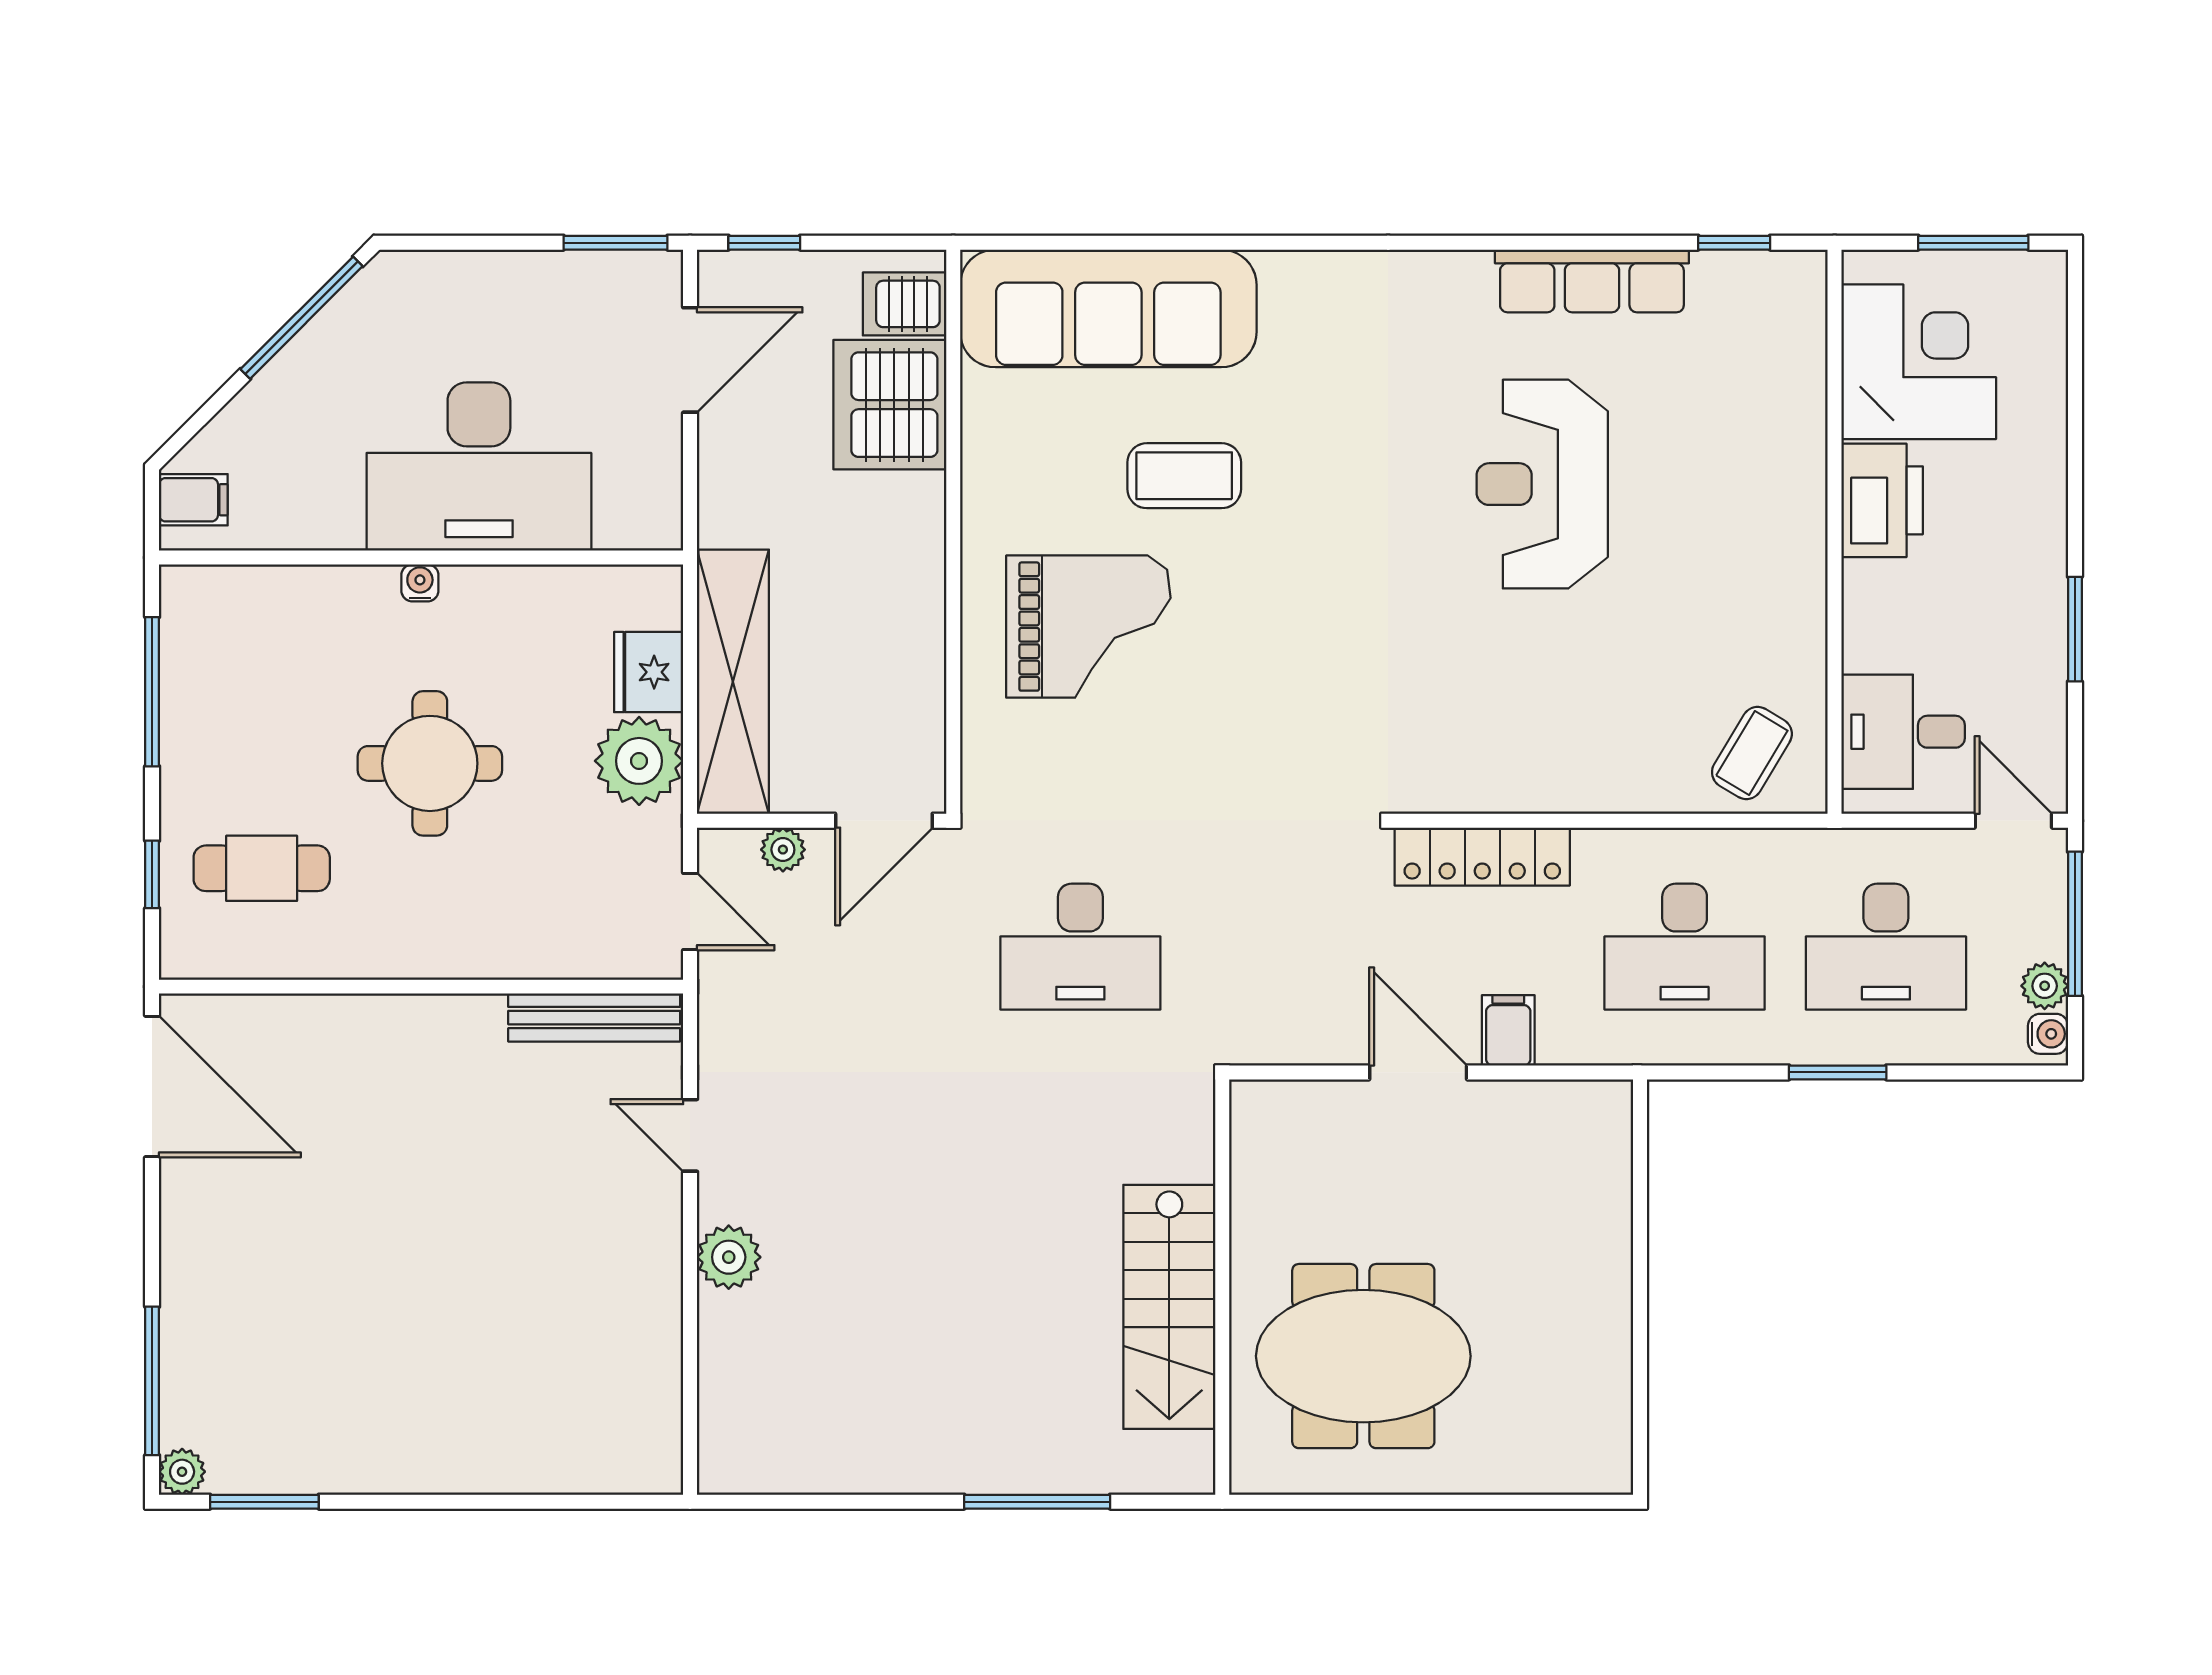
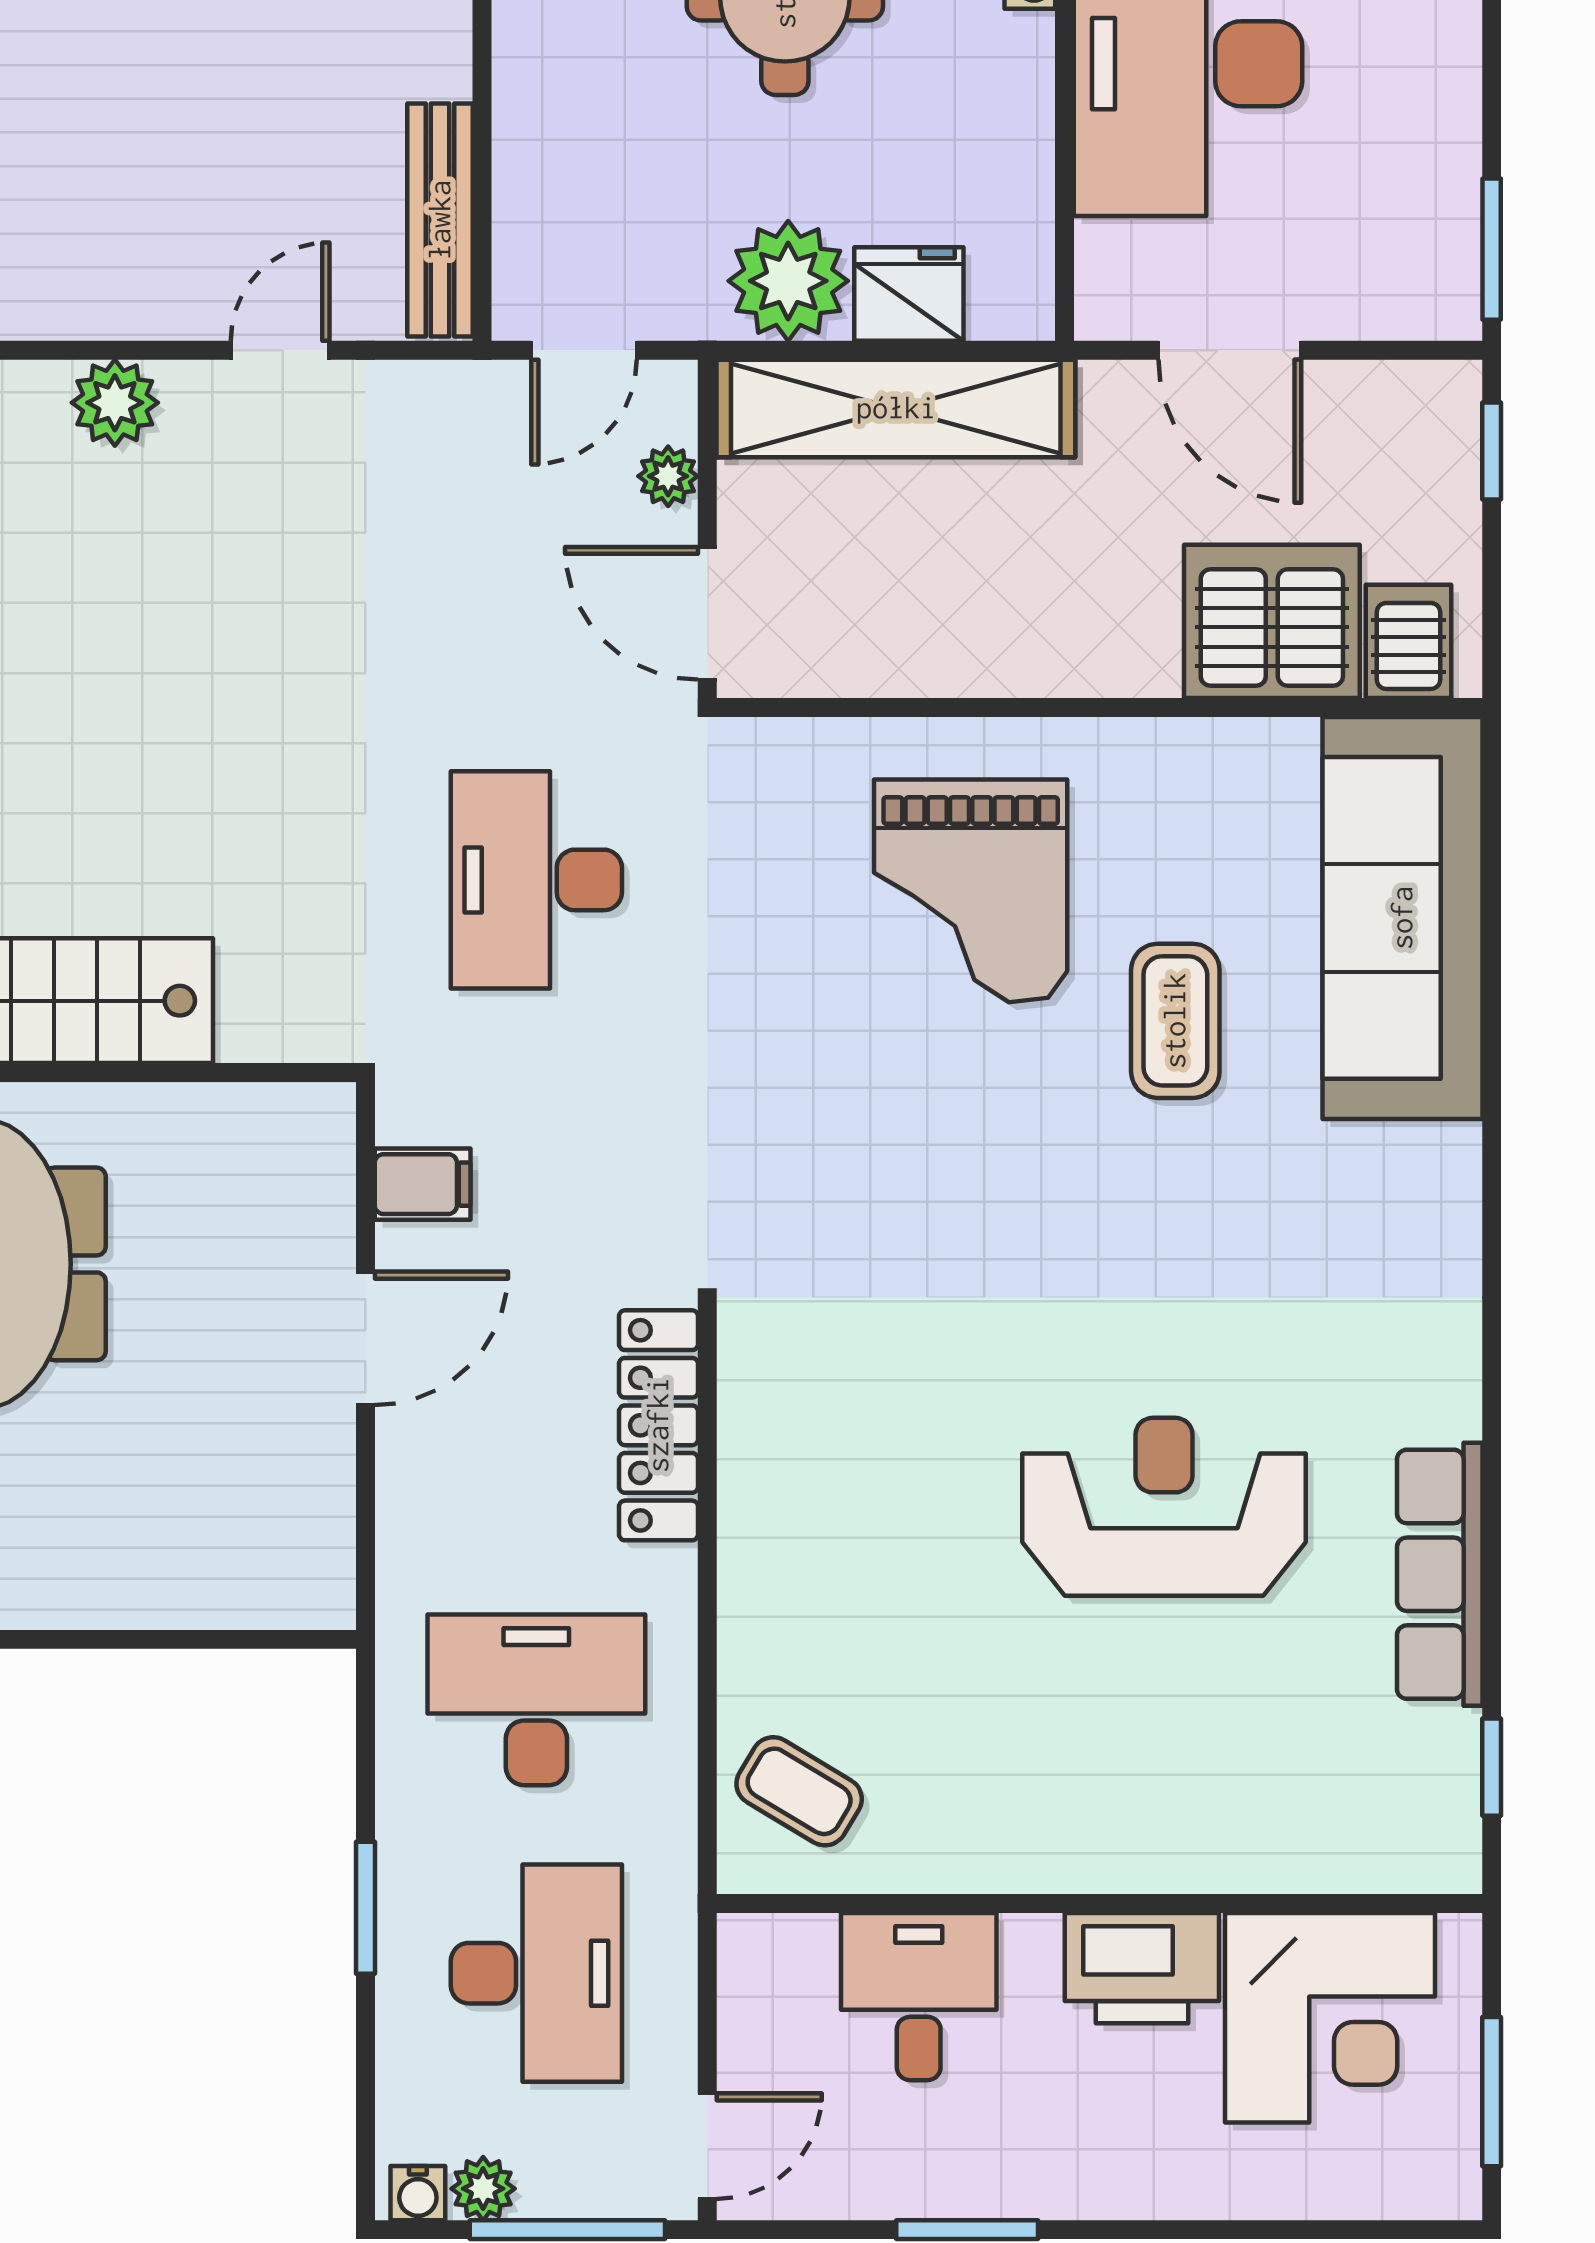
door: (690, 360) -> (1230, 350), moved
desk: (1903, 732) -> (919, 1997), moved
desk: (1685, 947) -> (536, 1700), turned 90
desk: (1886, 947) -> (536, 1973), turned 180
filing cabinet: (1508, 1030) -> (423, 1184), moved

